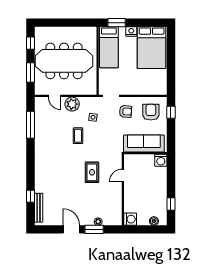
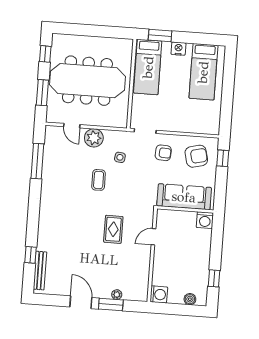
bed: (152, 48) -> (203, 72), width x0.67
armchair: (151, 112) -> (196, 156), turned 76

